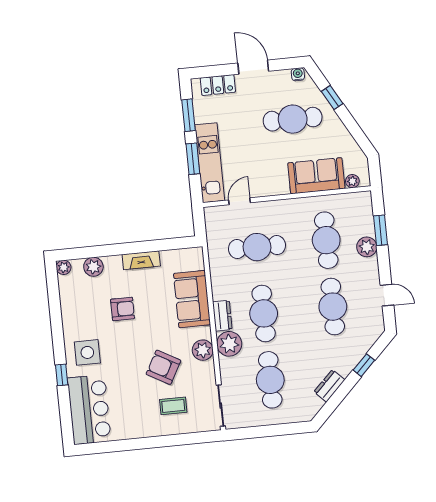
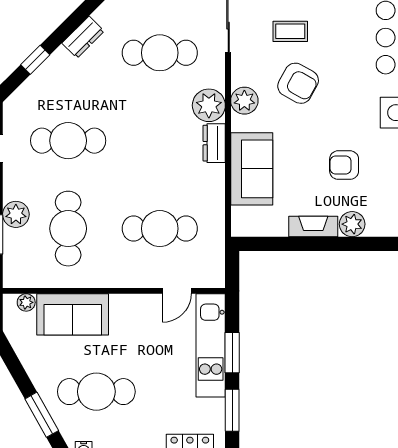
window: (332, 98) -> (42, 415), width x1.50
plant: (93, 267) -> (352, 224), moved
cafe table: (333, 307) -> (68, 141), turned 90
cafe table: (264, 313) -> (160, 141), removed
cafe table: (270, 380) -> (160, 53), turned 90

